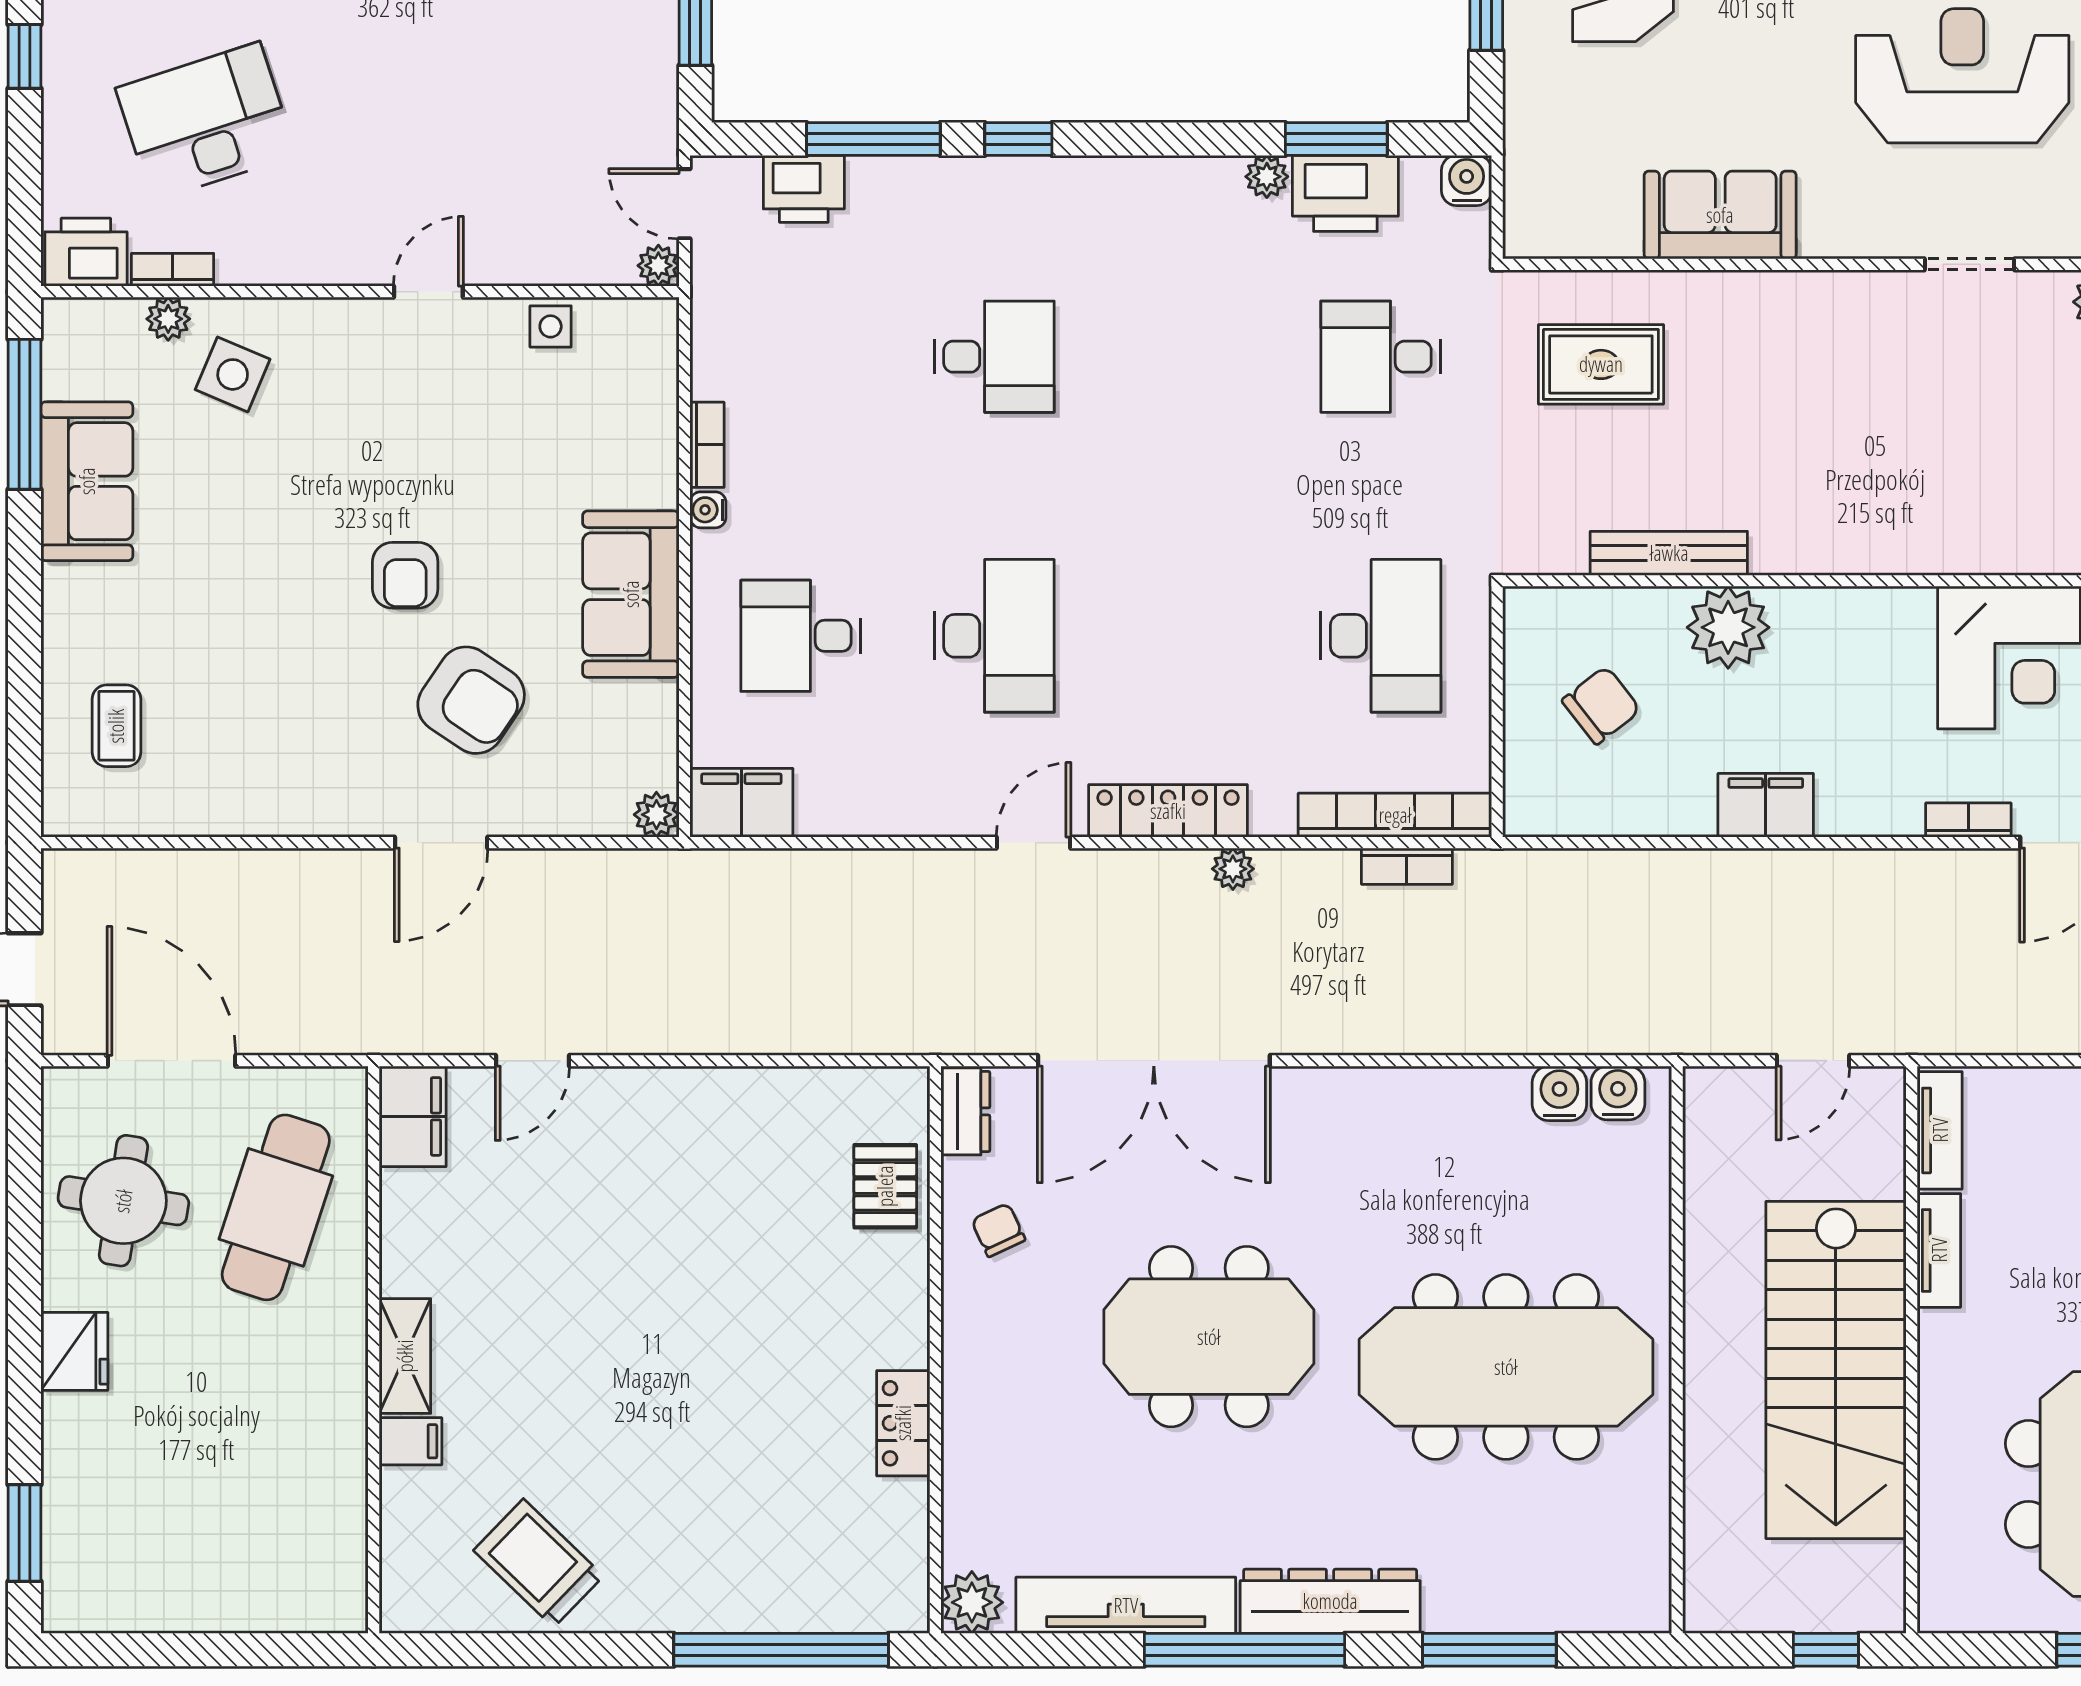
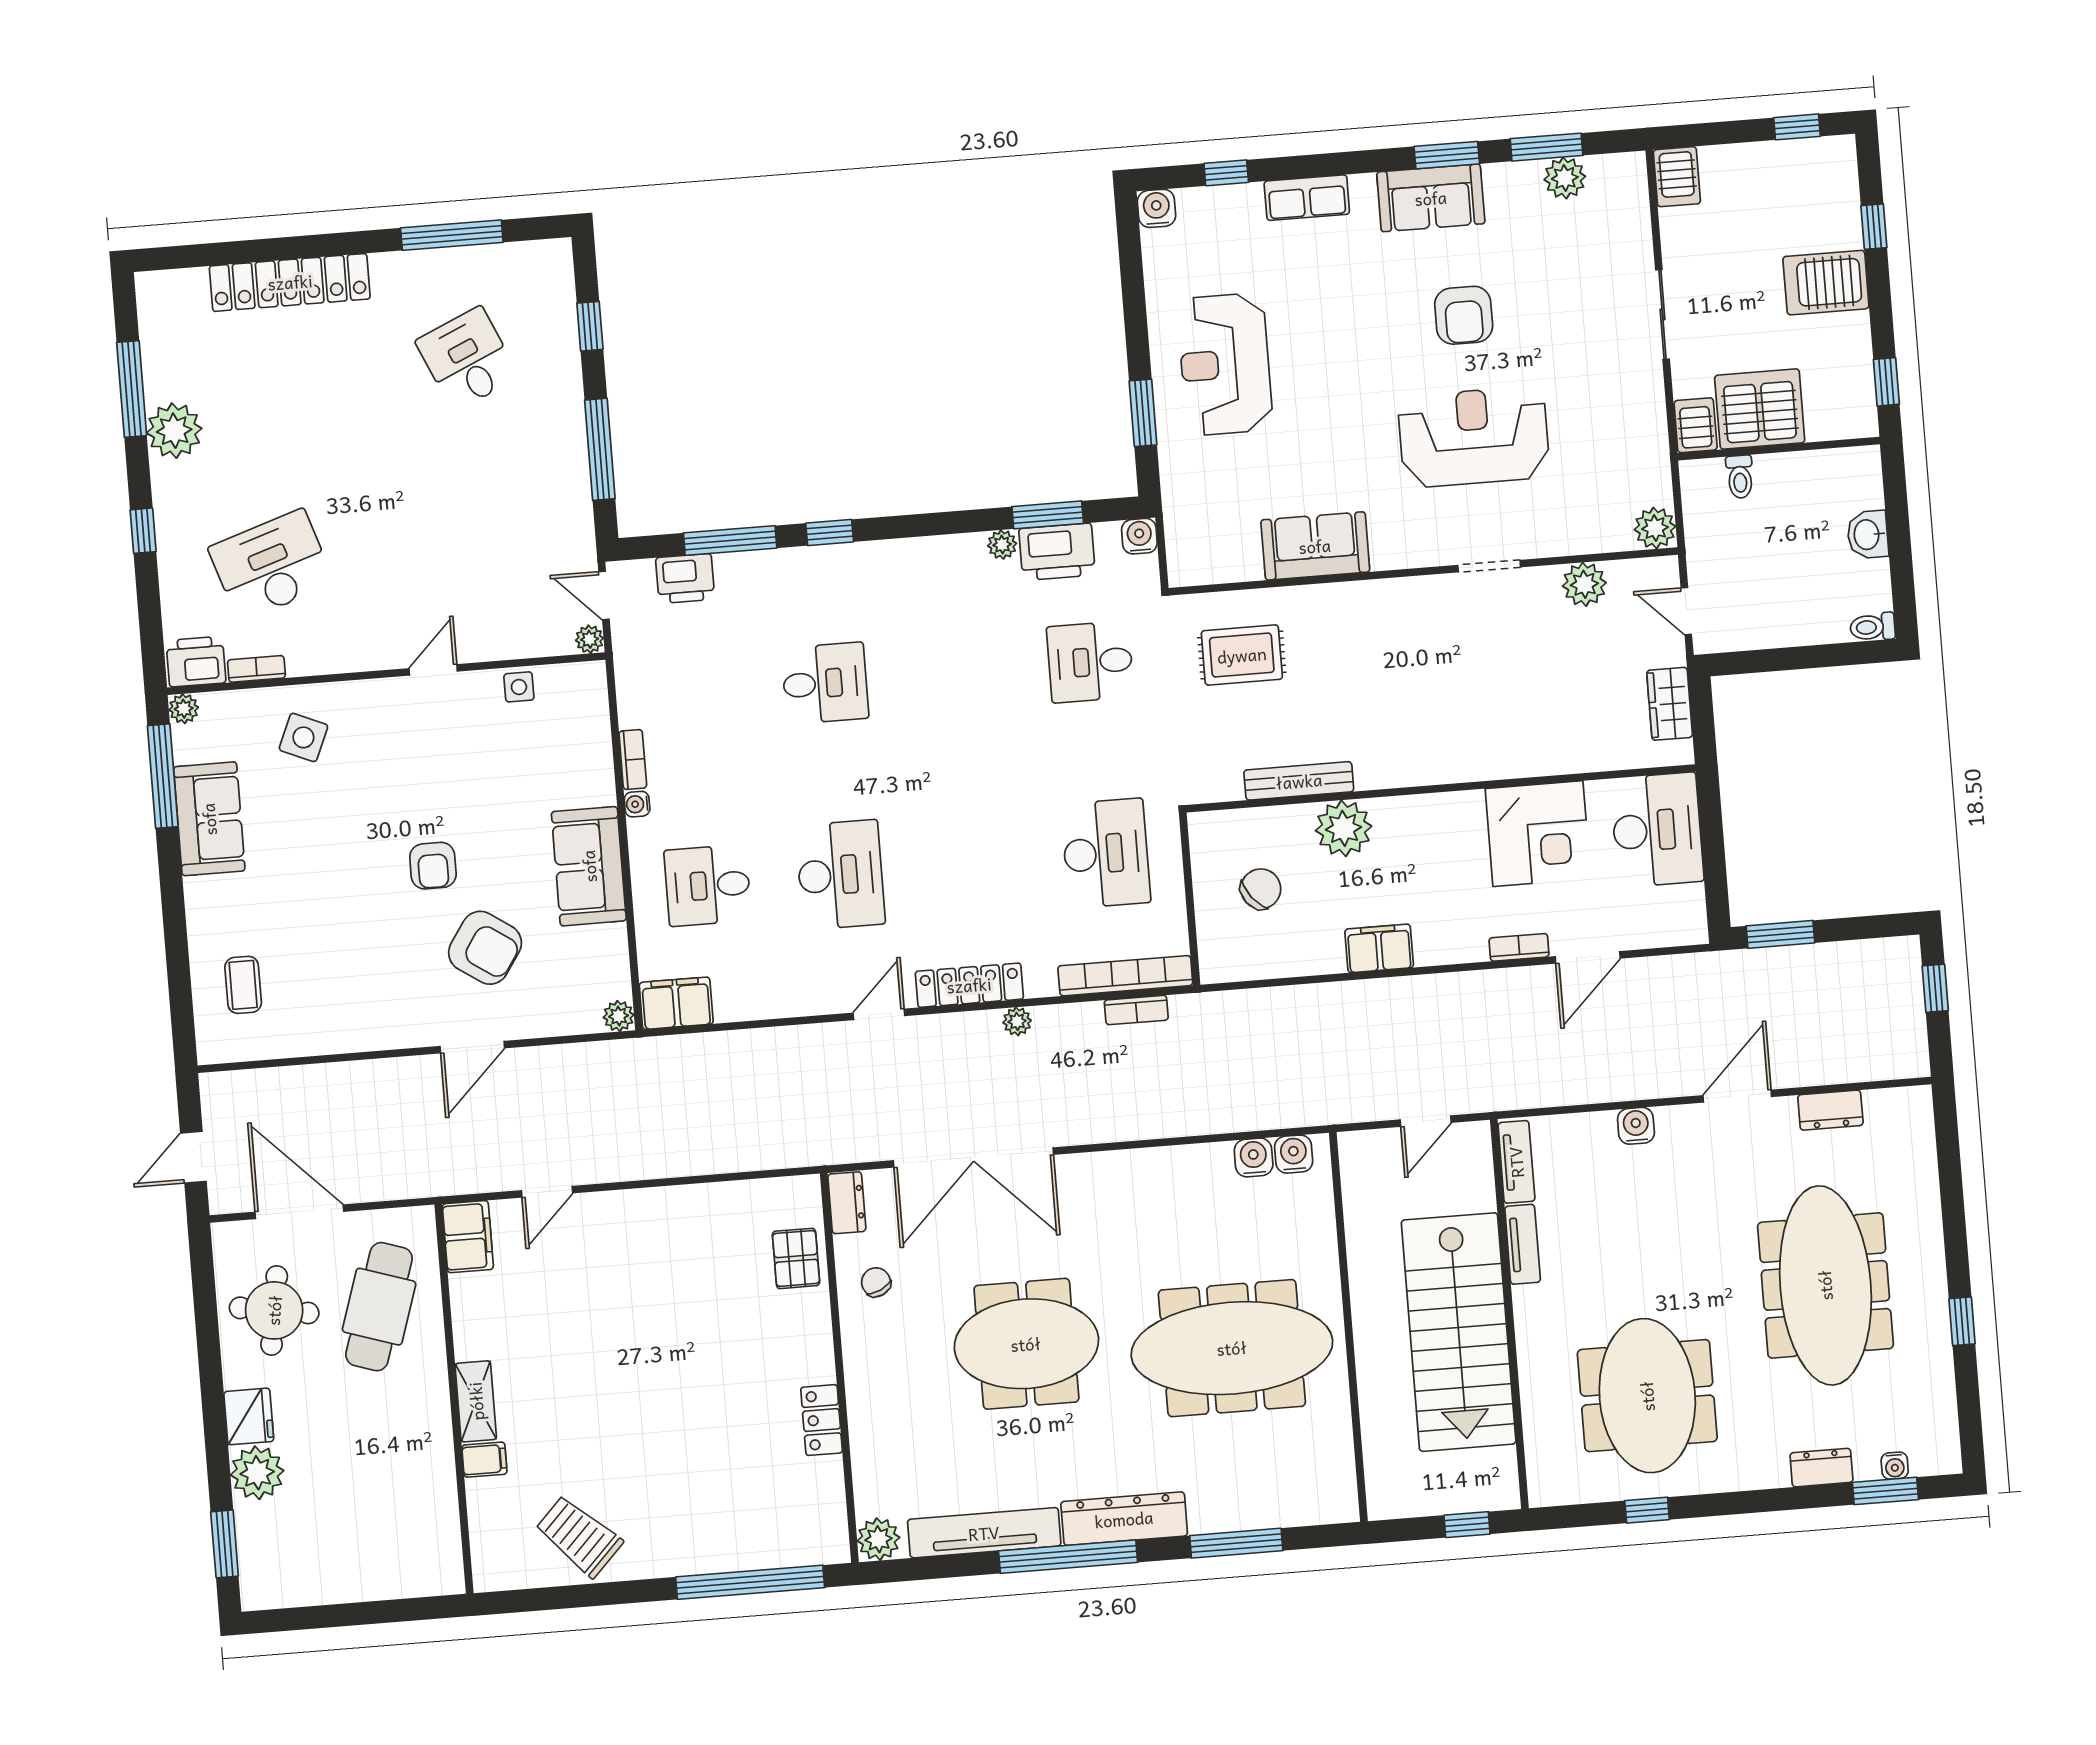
plant: (168, 319) -> (184, 709), moved
plant: (80, 1434) -> (257, 1473), added

